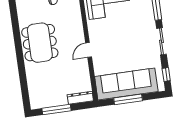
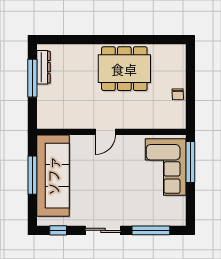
door: (89, 50) -> (105, 132), swing flipped
dresser: (80, 98) -> (44, 67), moved

